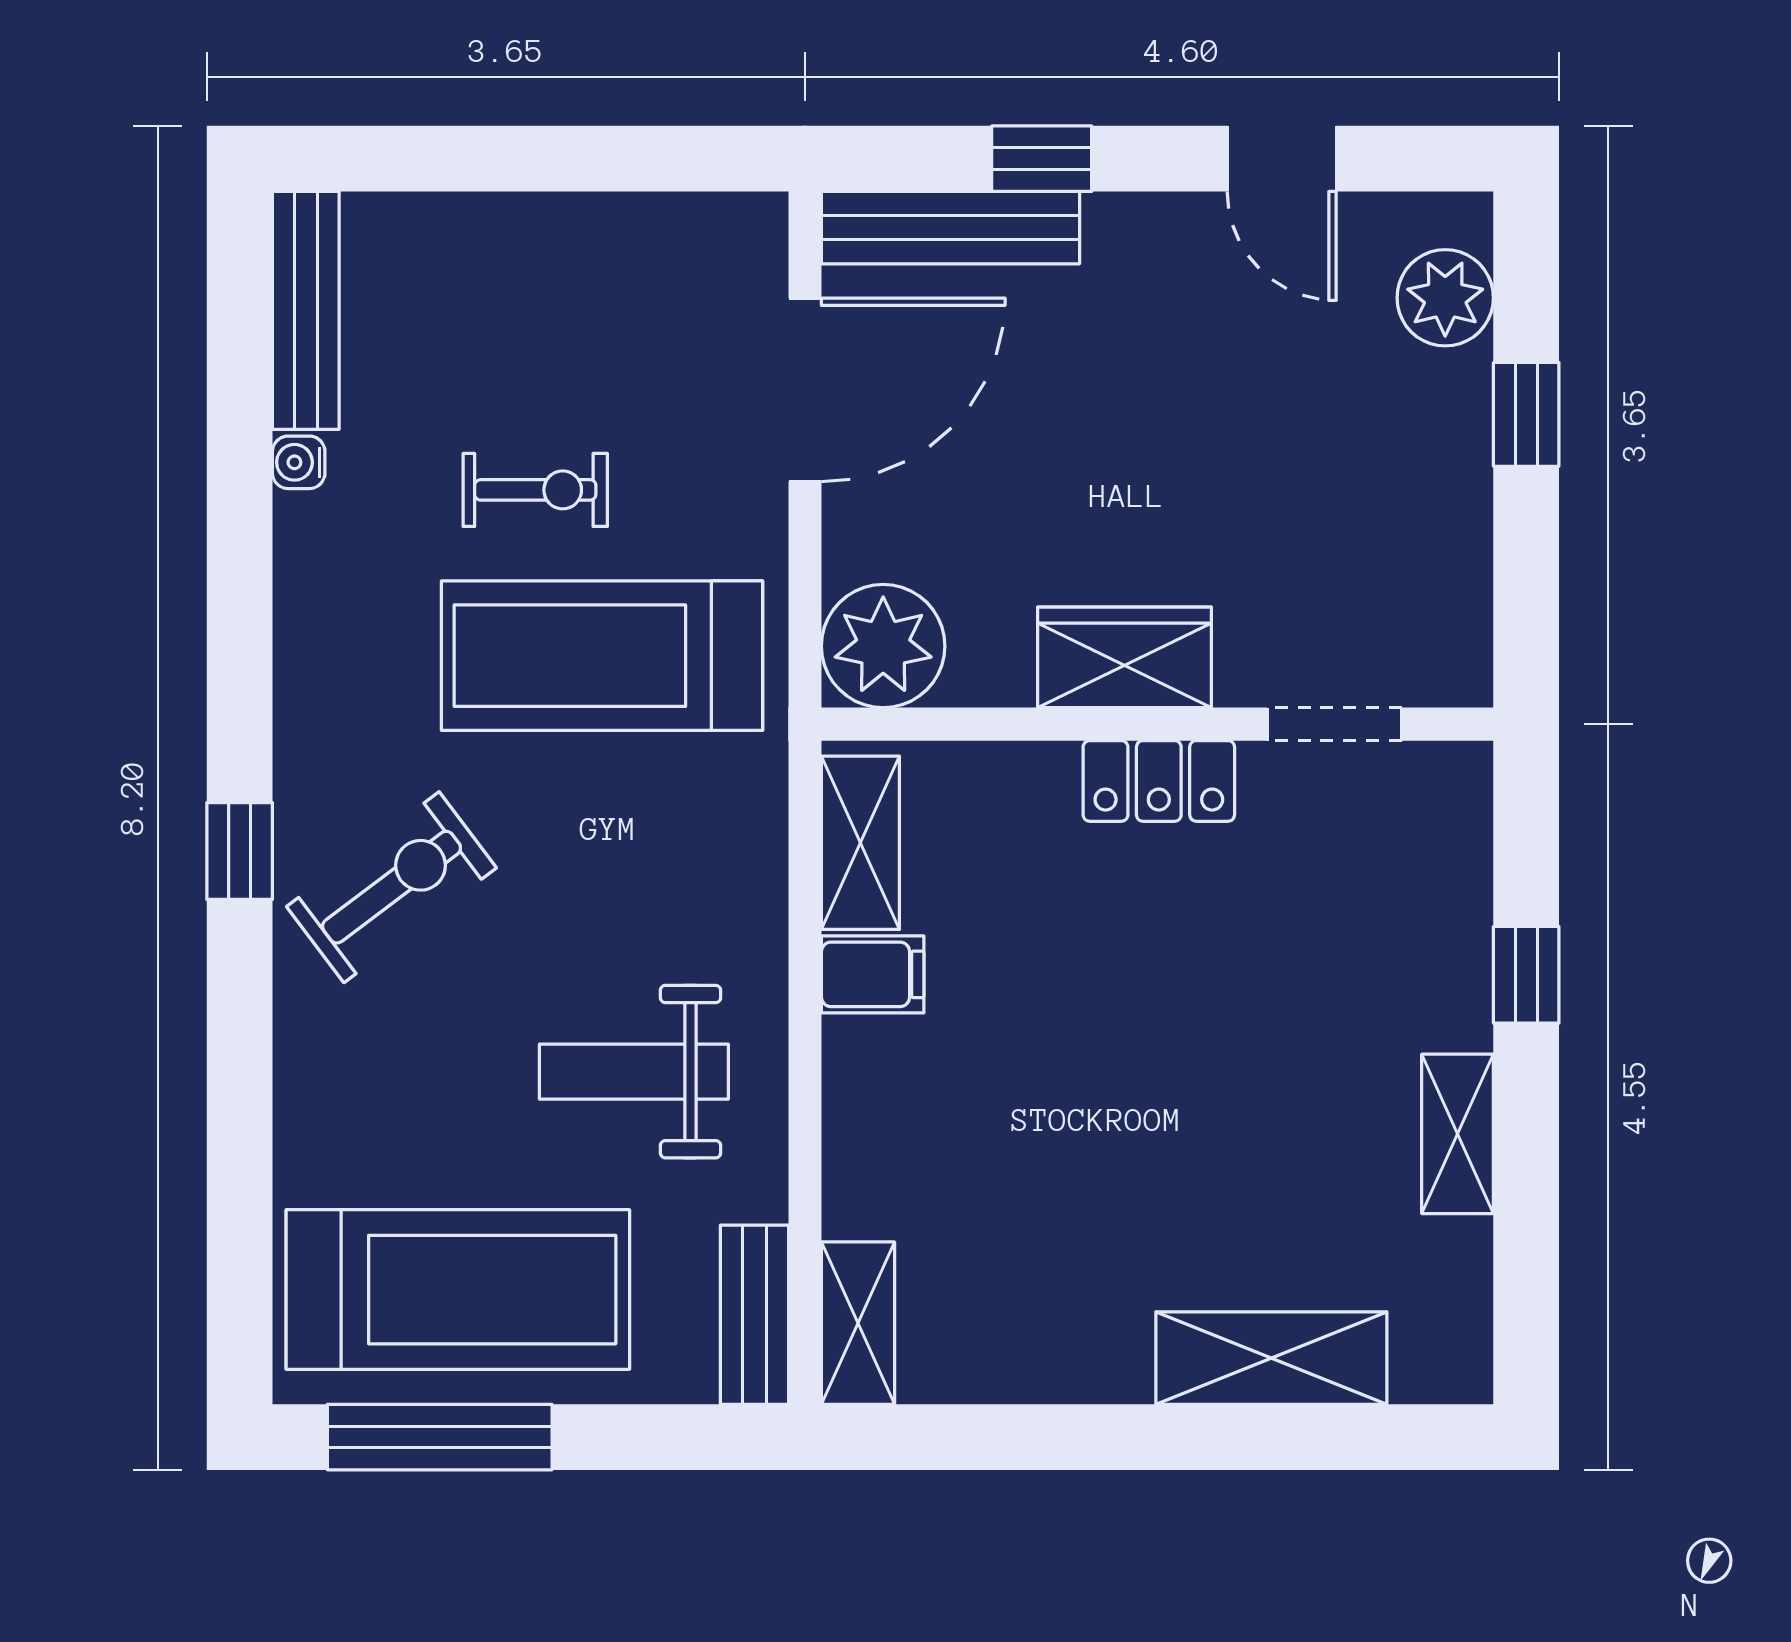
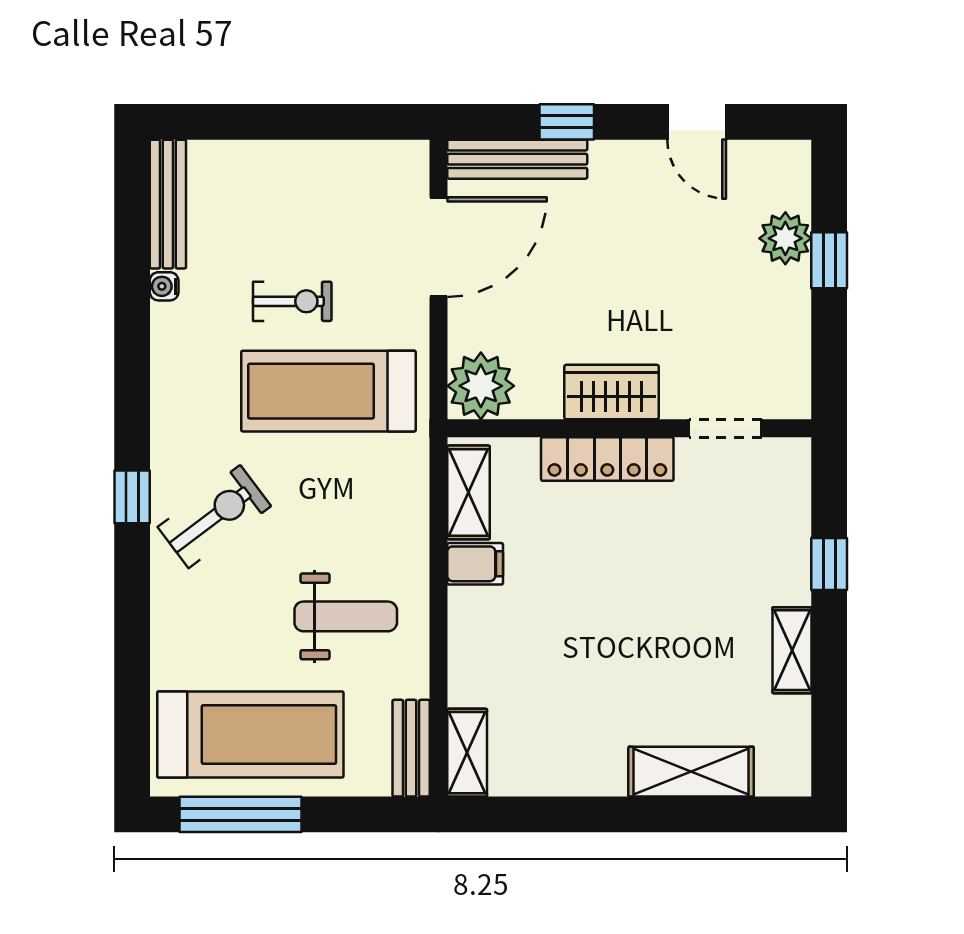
plant: (1445, 298) -> (785, 238), moved
locker: (1159, 781) -> (607, 459), width x1.53
weight bench: (634, 1072) -> (346, 616), turned 180

